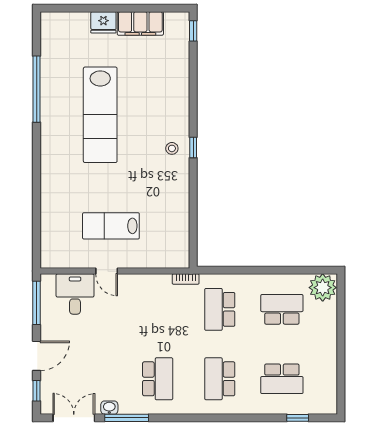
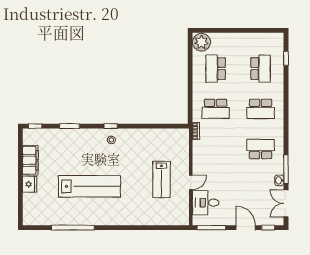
window: (193, 84) -> (70, 126), added

